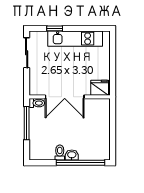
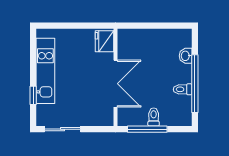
toilet: (37, 103) -> (154, 117), moved
washbasin: (72, 155) -> (186, 56), moved
window: (81, 163) -> (195, 84), moved

